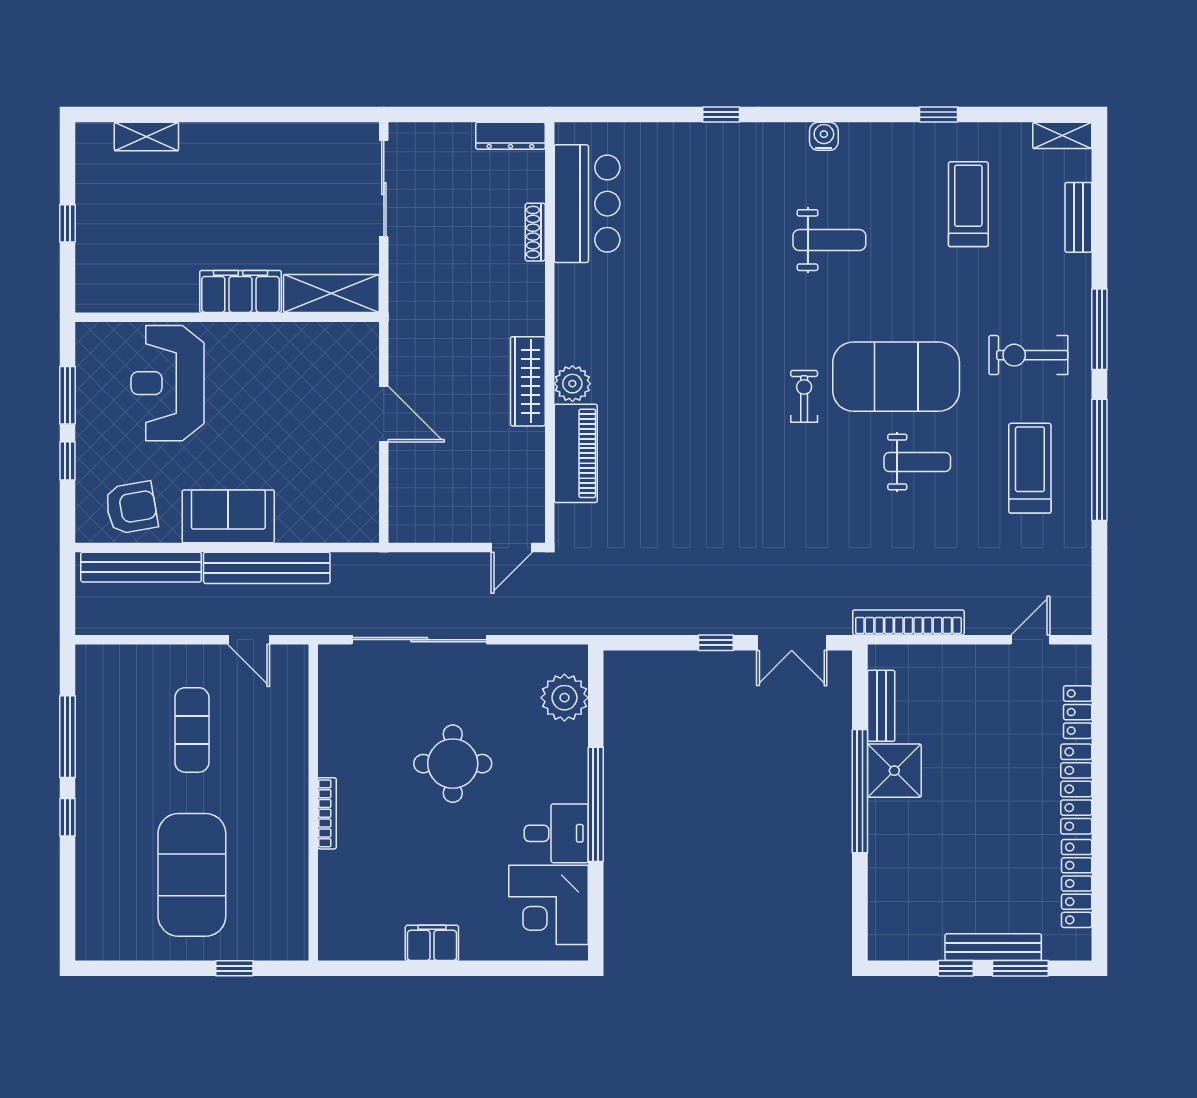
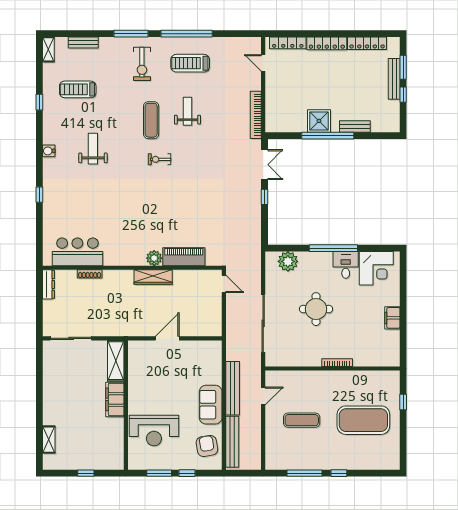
exercise mat: (896, 377) -> (151, 120), width x0.50, depth x0.69
bench: (881, 706) -> (355, 127), moved
locker: (1078, 712) -> (288, 43), width x1.53

